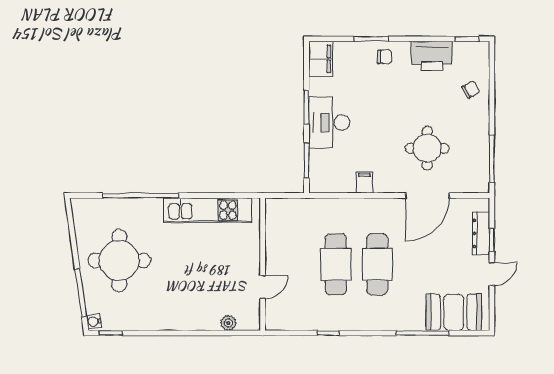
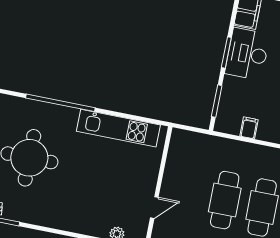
desk: (329, 123) -> (247, 54), moved
filing cabinet: (364, 182) -> (249, 128), moved

